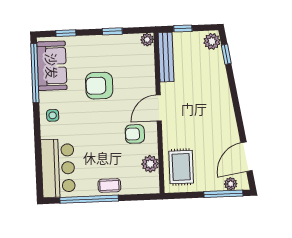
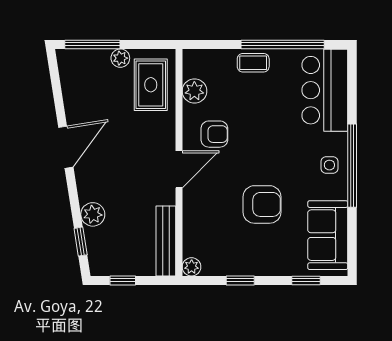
window: (183, 28) -> (123, 280), moved
plant: (212, 41) -> (93, 214), moved
window: (35, 73) -> (352, 166), moved
door: (246, 157) -> (66, 147), moved
plant: (231, 184) -> (120, 58), moved

